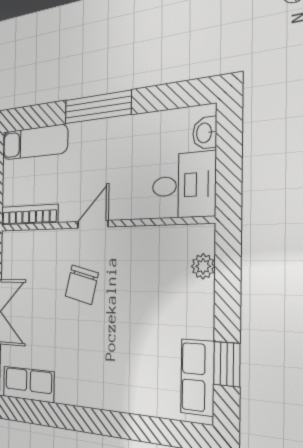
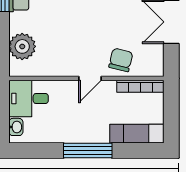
plant: (203, 266) -> (22, 46), width x1.87, depth x1.87
chair: (82, 285) -> (121, 60), moved

